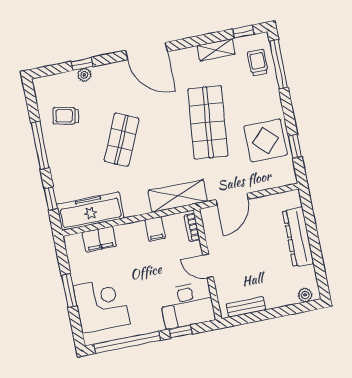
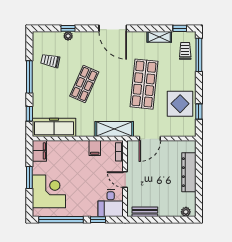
filing cabinet: (99, 239) -> (39, 151), moved, turned -90
desk: (187, 305) -> (111, 203), width x0.73

